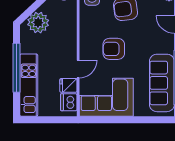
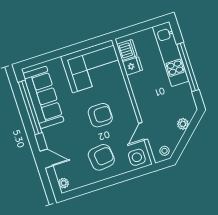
plant: (38, 23) -> (183, 124), width x0.53, depth x0.53
door: (78, 69) -> (143, 131), moved

